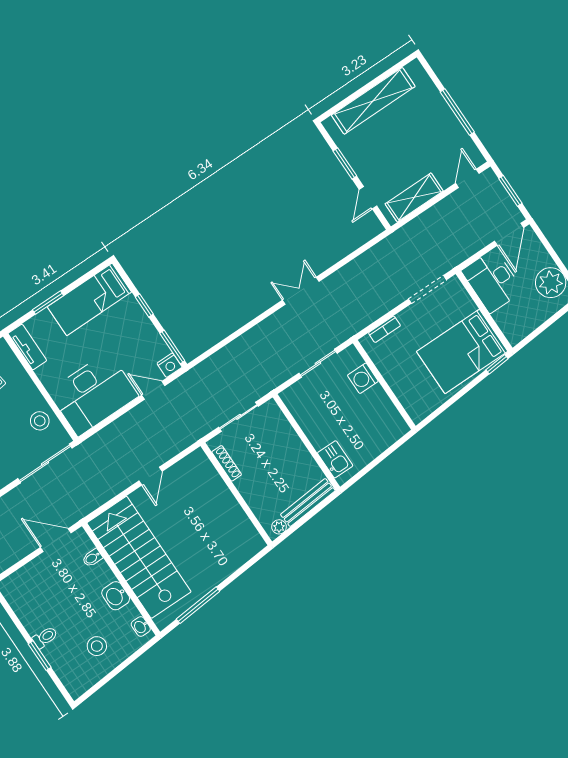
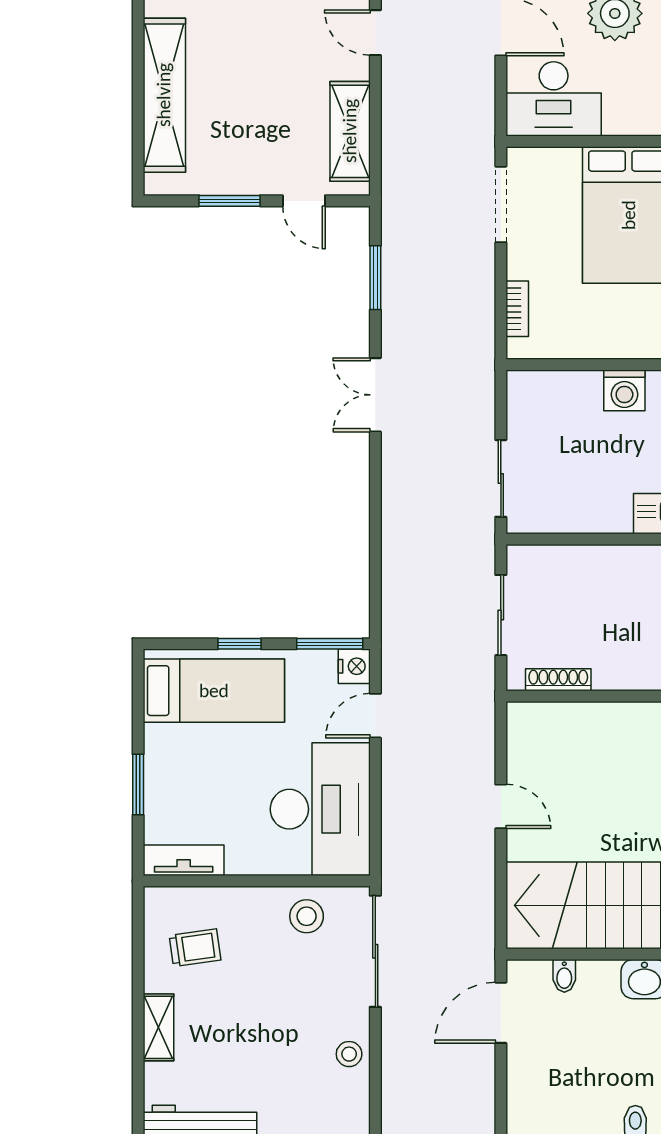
window: (355, 254) -> (375, 278), added
bed: (89, 299) -> (214, 691), moved, turned -90
sliding door: (318, 363) -> (501, 478), moved
washing machine: (363, 378) -> (624, 390), moved

